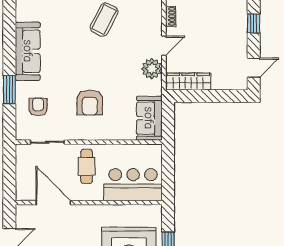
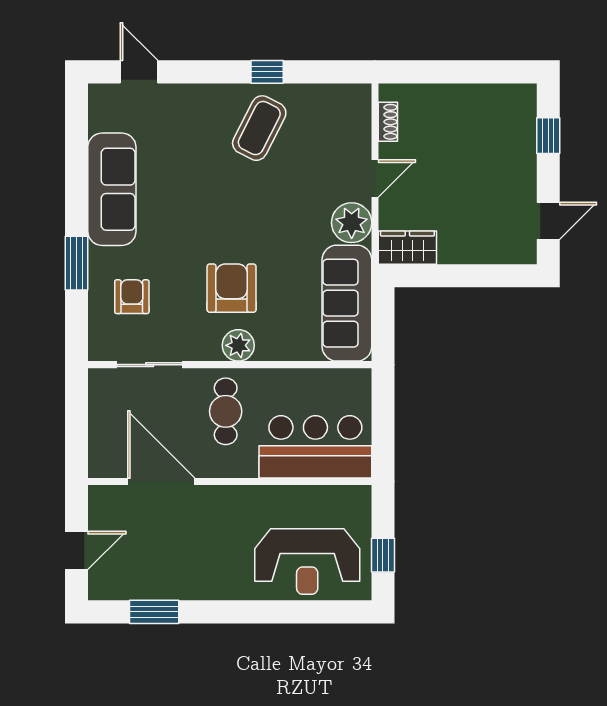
wardrobe: (188, 82) -> (407, 248), width x0.67
armchair: (90, 103) -> (232, 288), turned 180
sofa: (149, 118) -> (347, 303), width x1.36
plant: (93, 132) -> (238, 345), added

